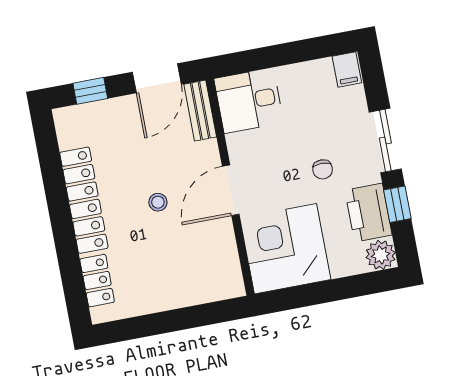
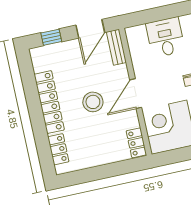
desk: (249, 101) -> (165, 37), moved, turned 90
stool: (158, 202) -> (93, 102), width x1.89, depth x1.89
locker: (229, 273) -> (136, 143), added

